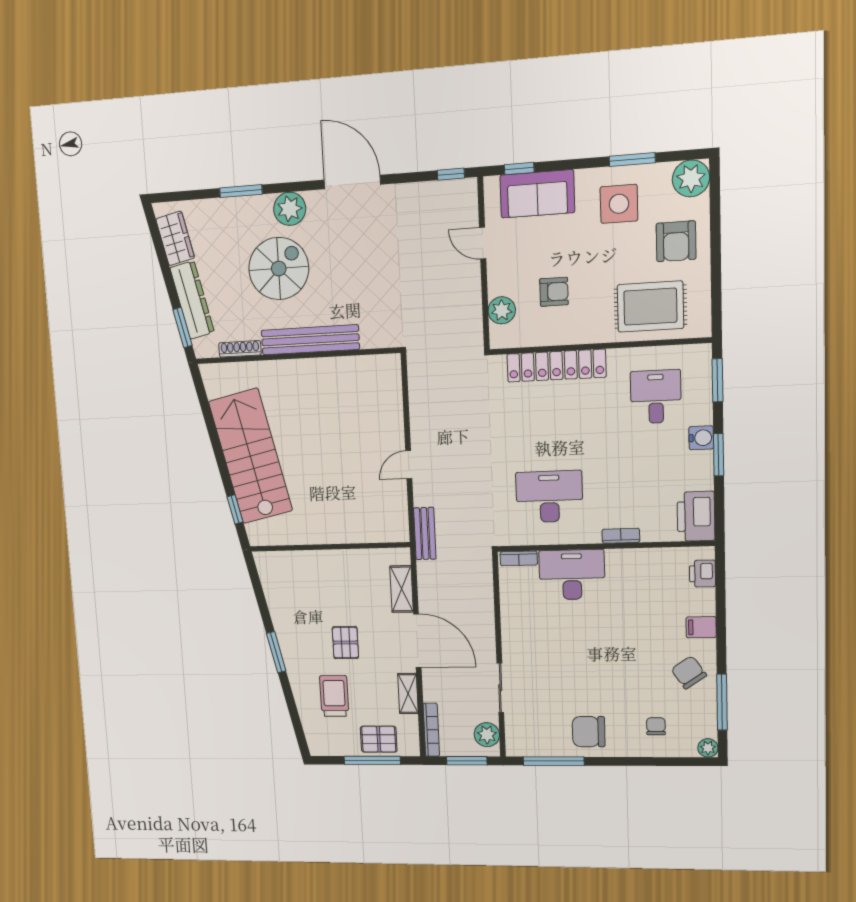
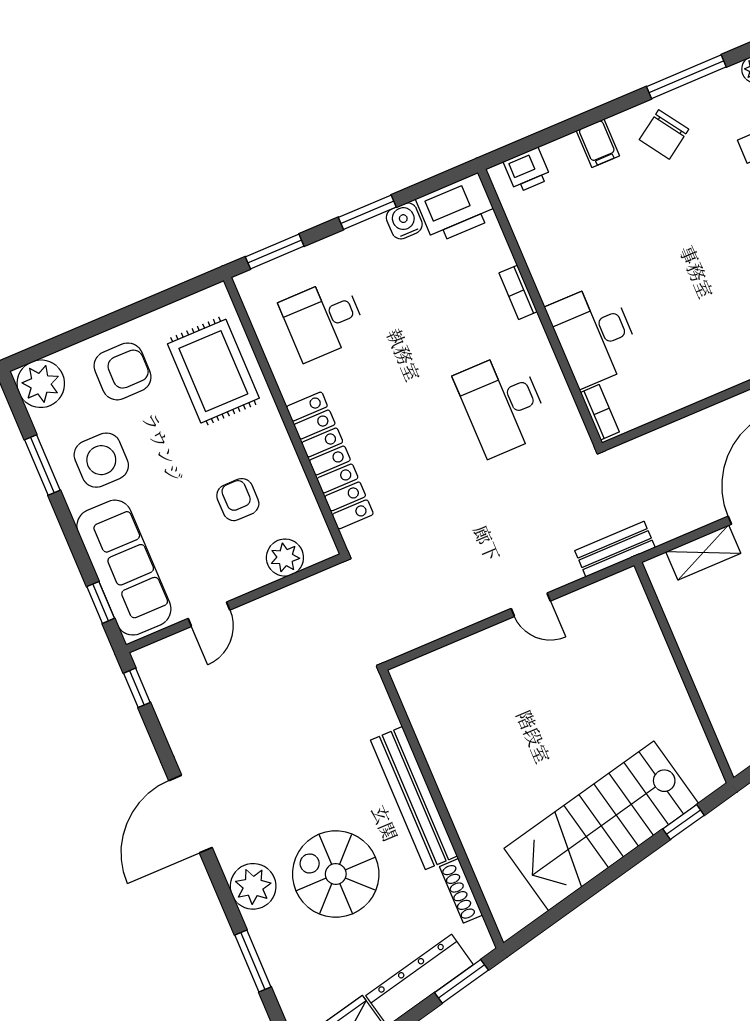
sofa: (537, 194) -> (124, 568), width x1.36
water cooler: (701, 438) -> (404, 221), moved

